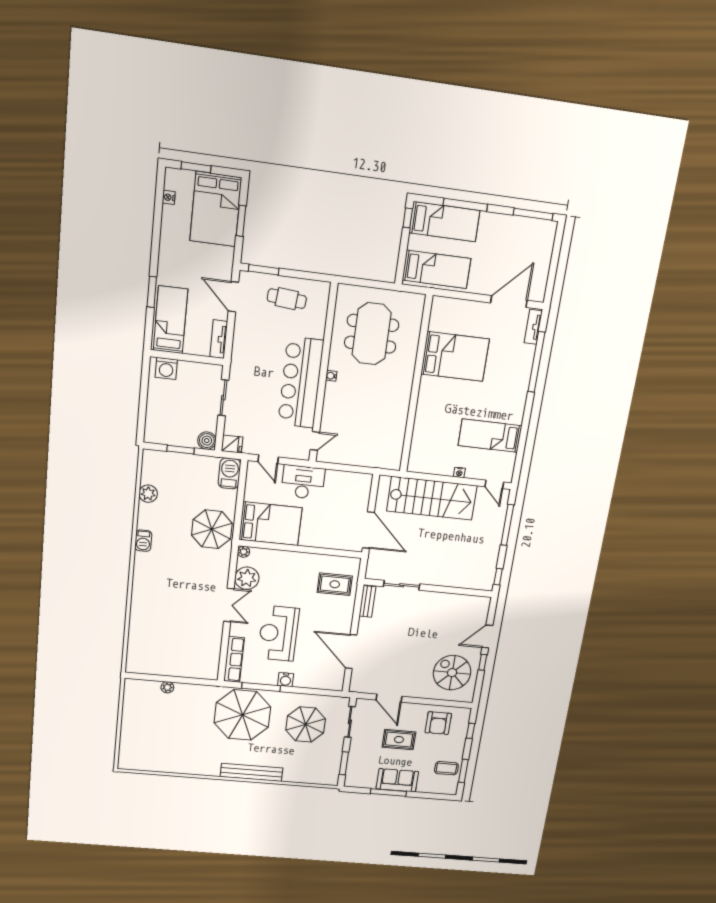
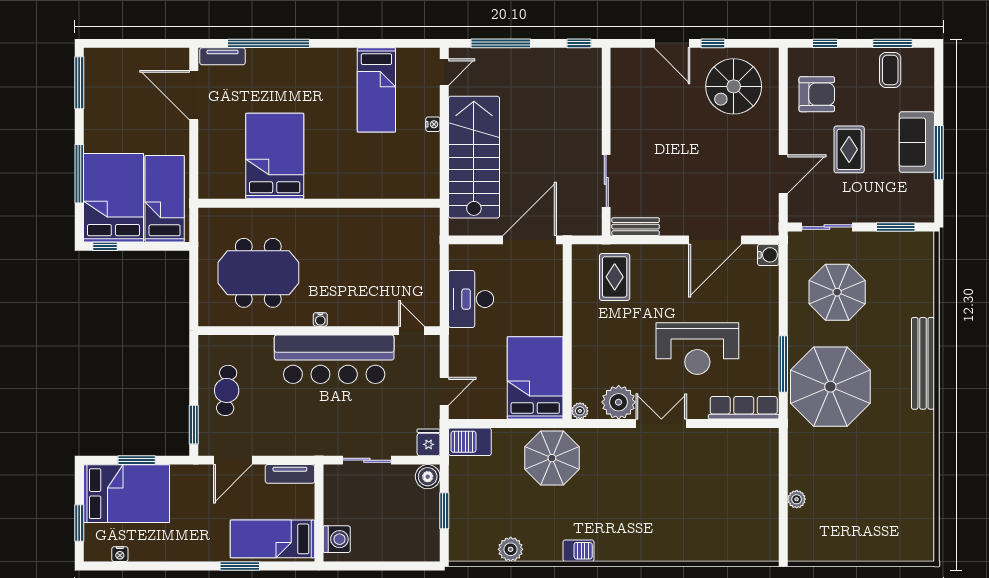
bed: (444, 222) -> (113, 198), width x1.50
desk: (303, 482) -> (471, 299), moved
water cooler: (286, 680) -> (768, 255), moved

